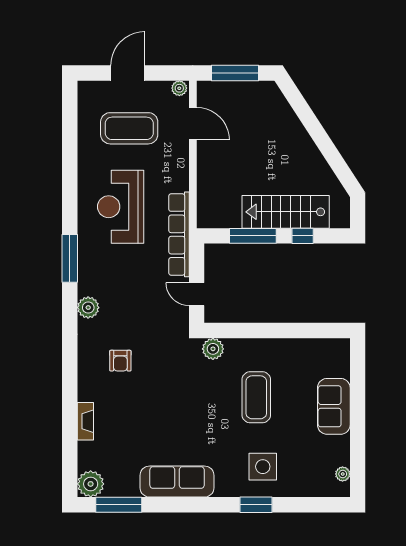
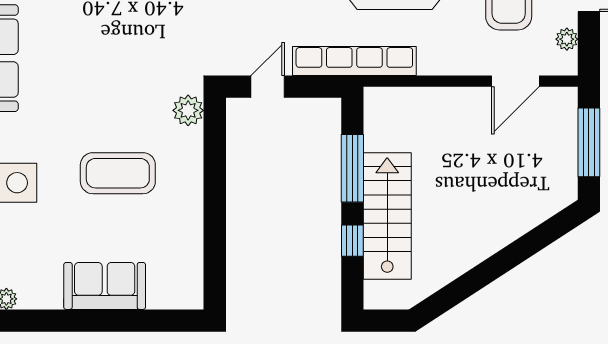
plant: (179, 88) -> (567, 39), moved

